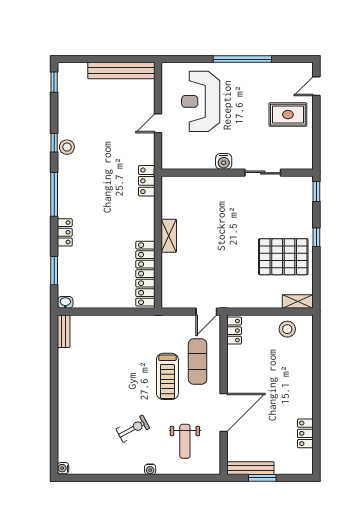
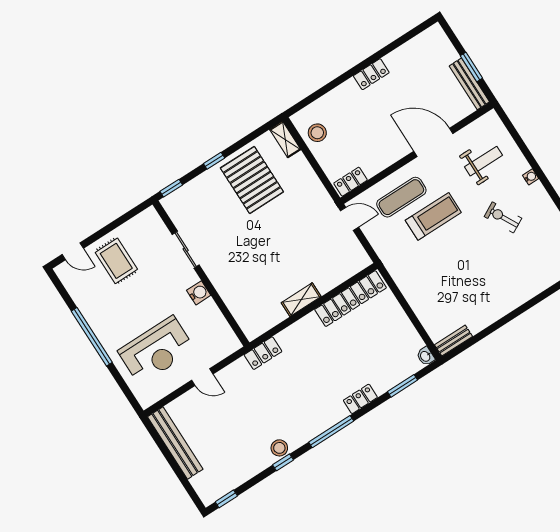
locker: (305, 433) -> (371, 74), moved

